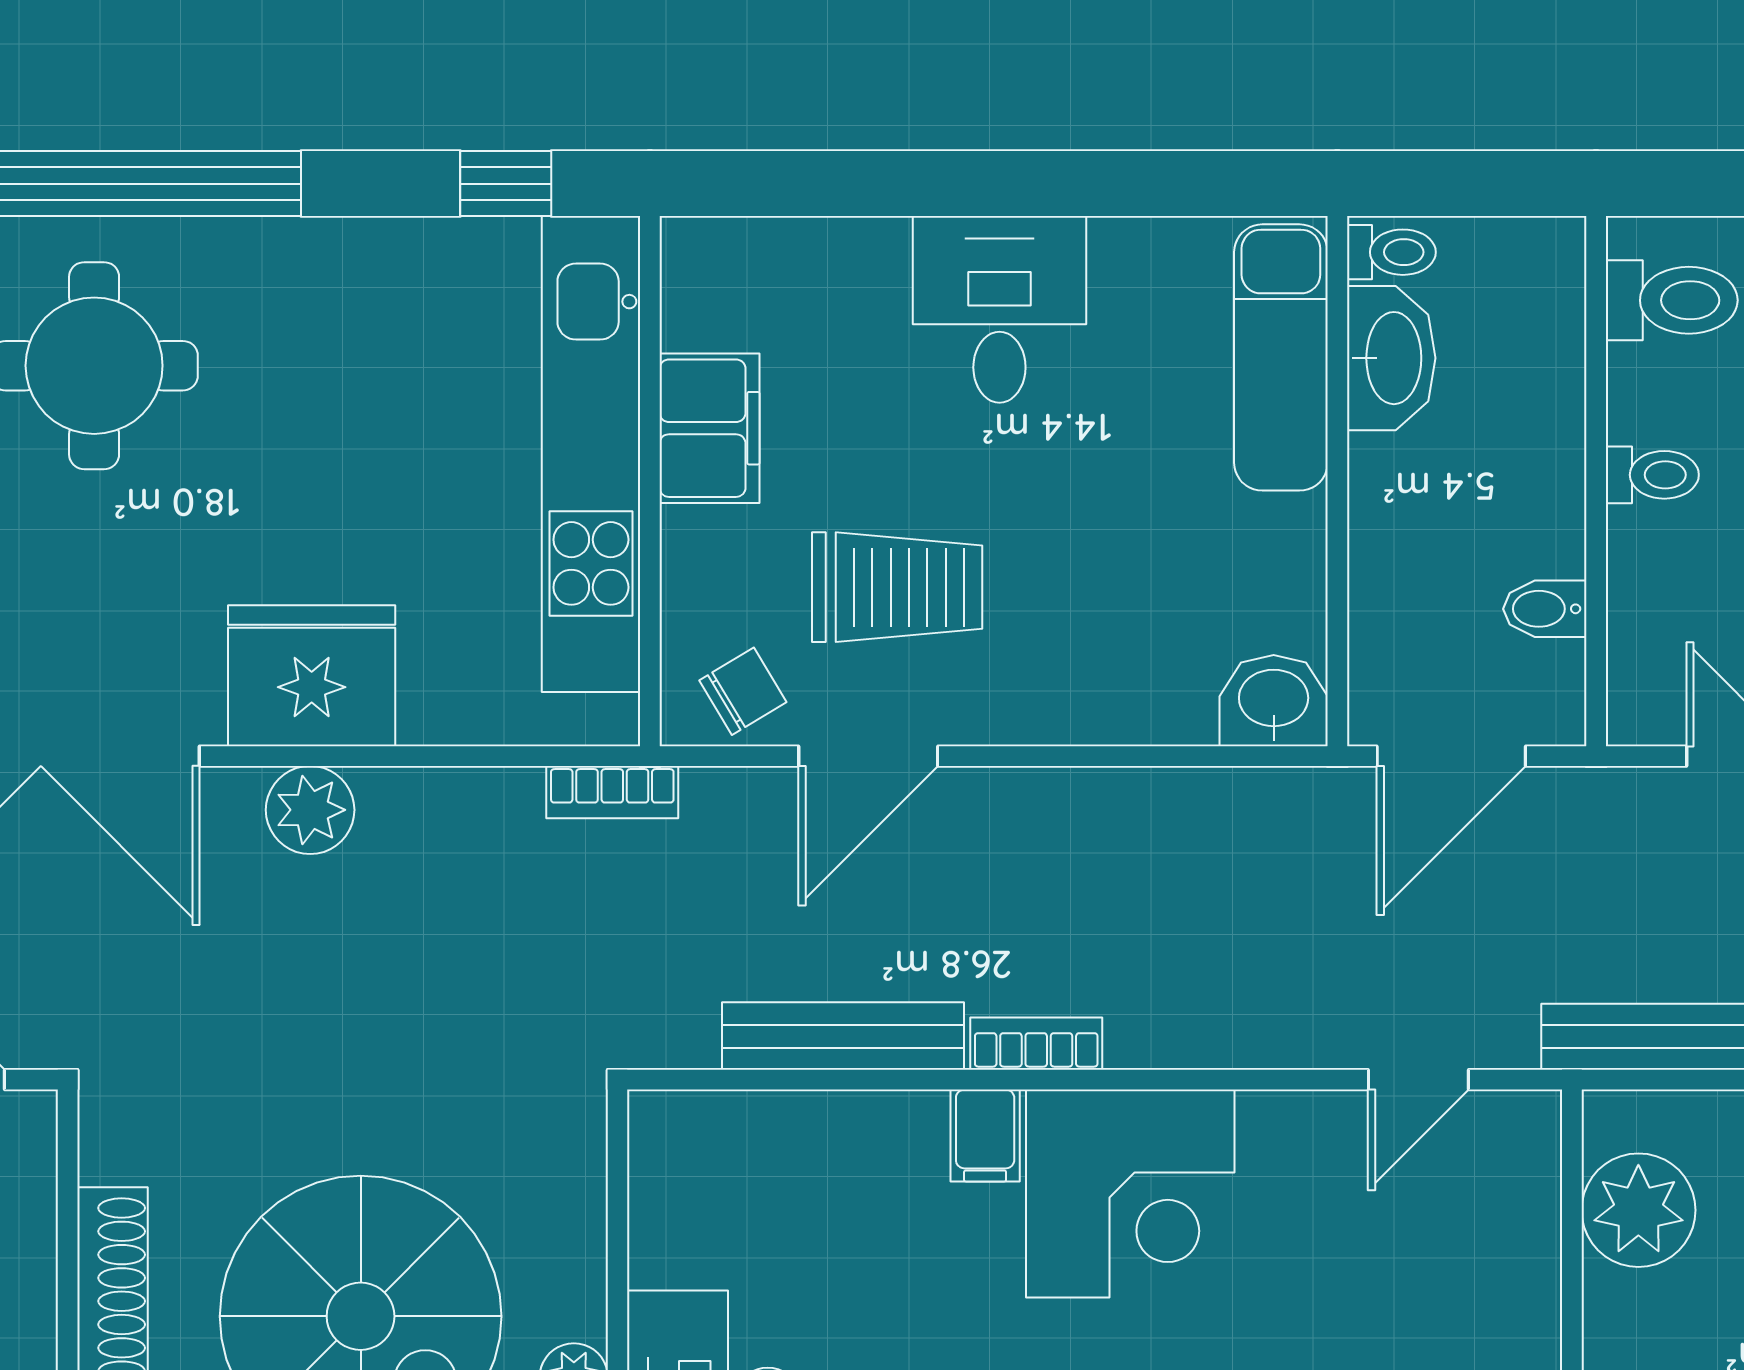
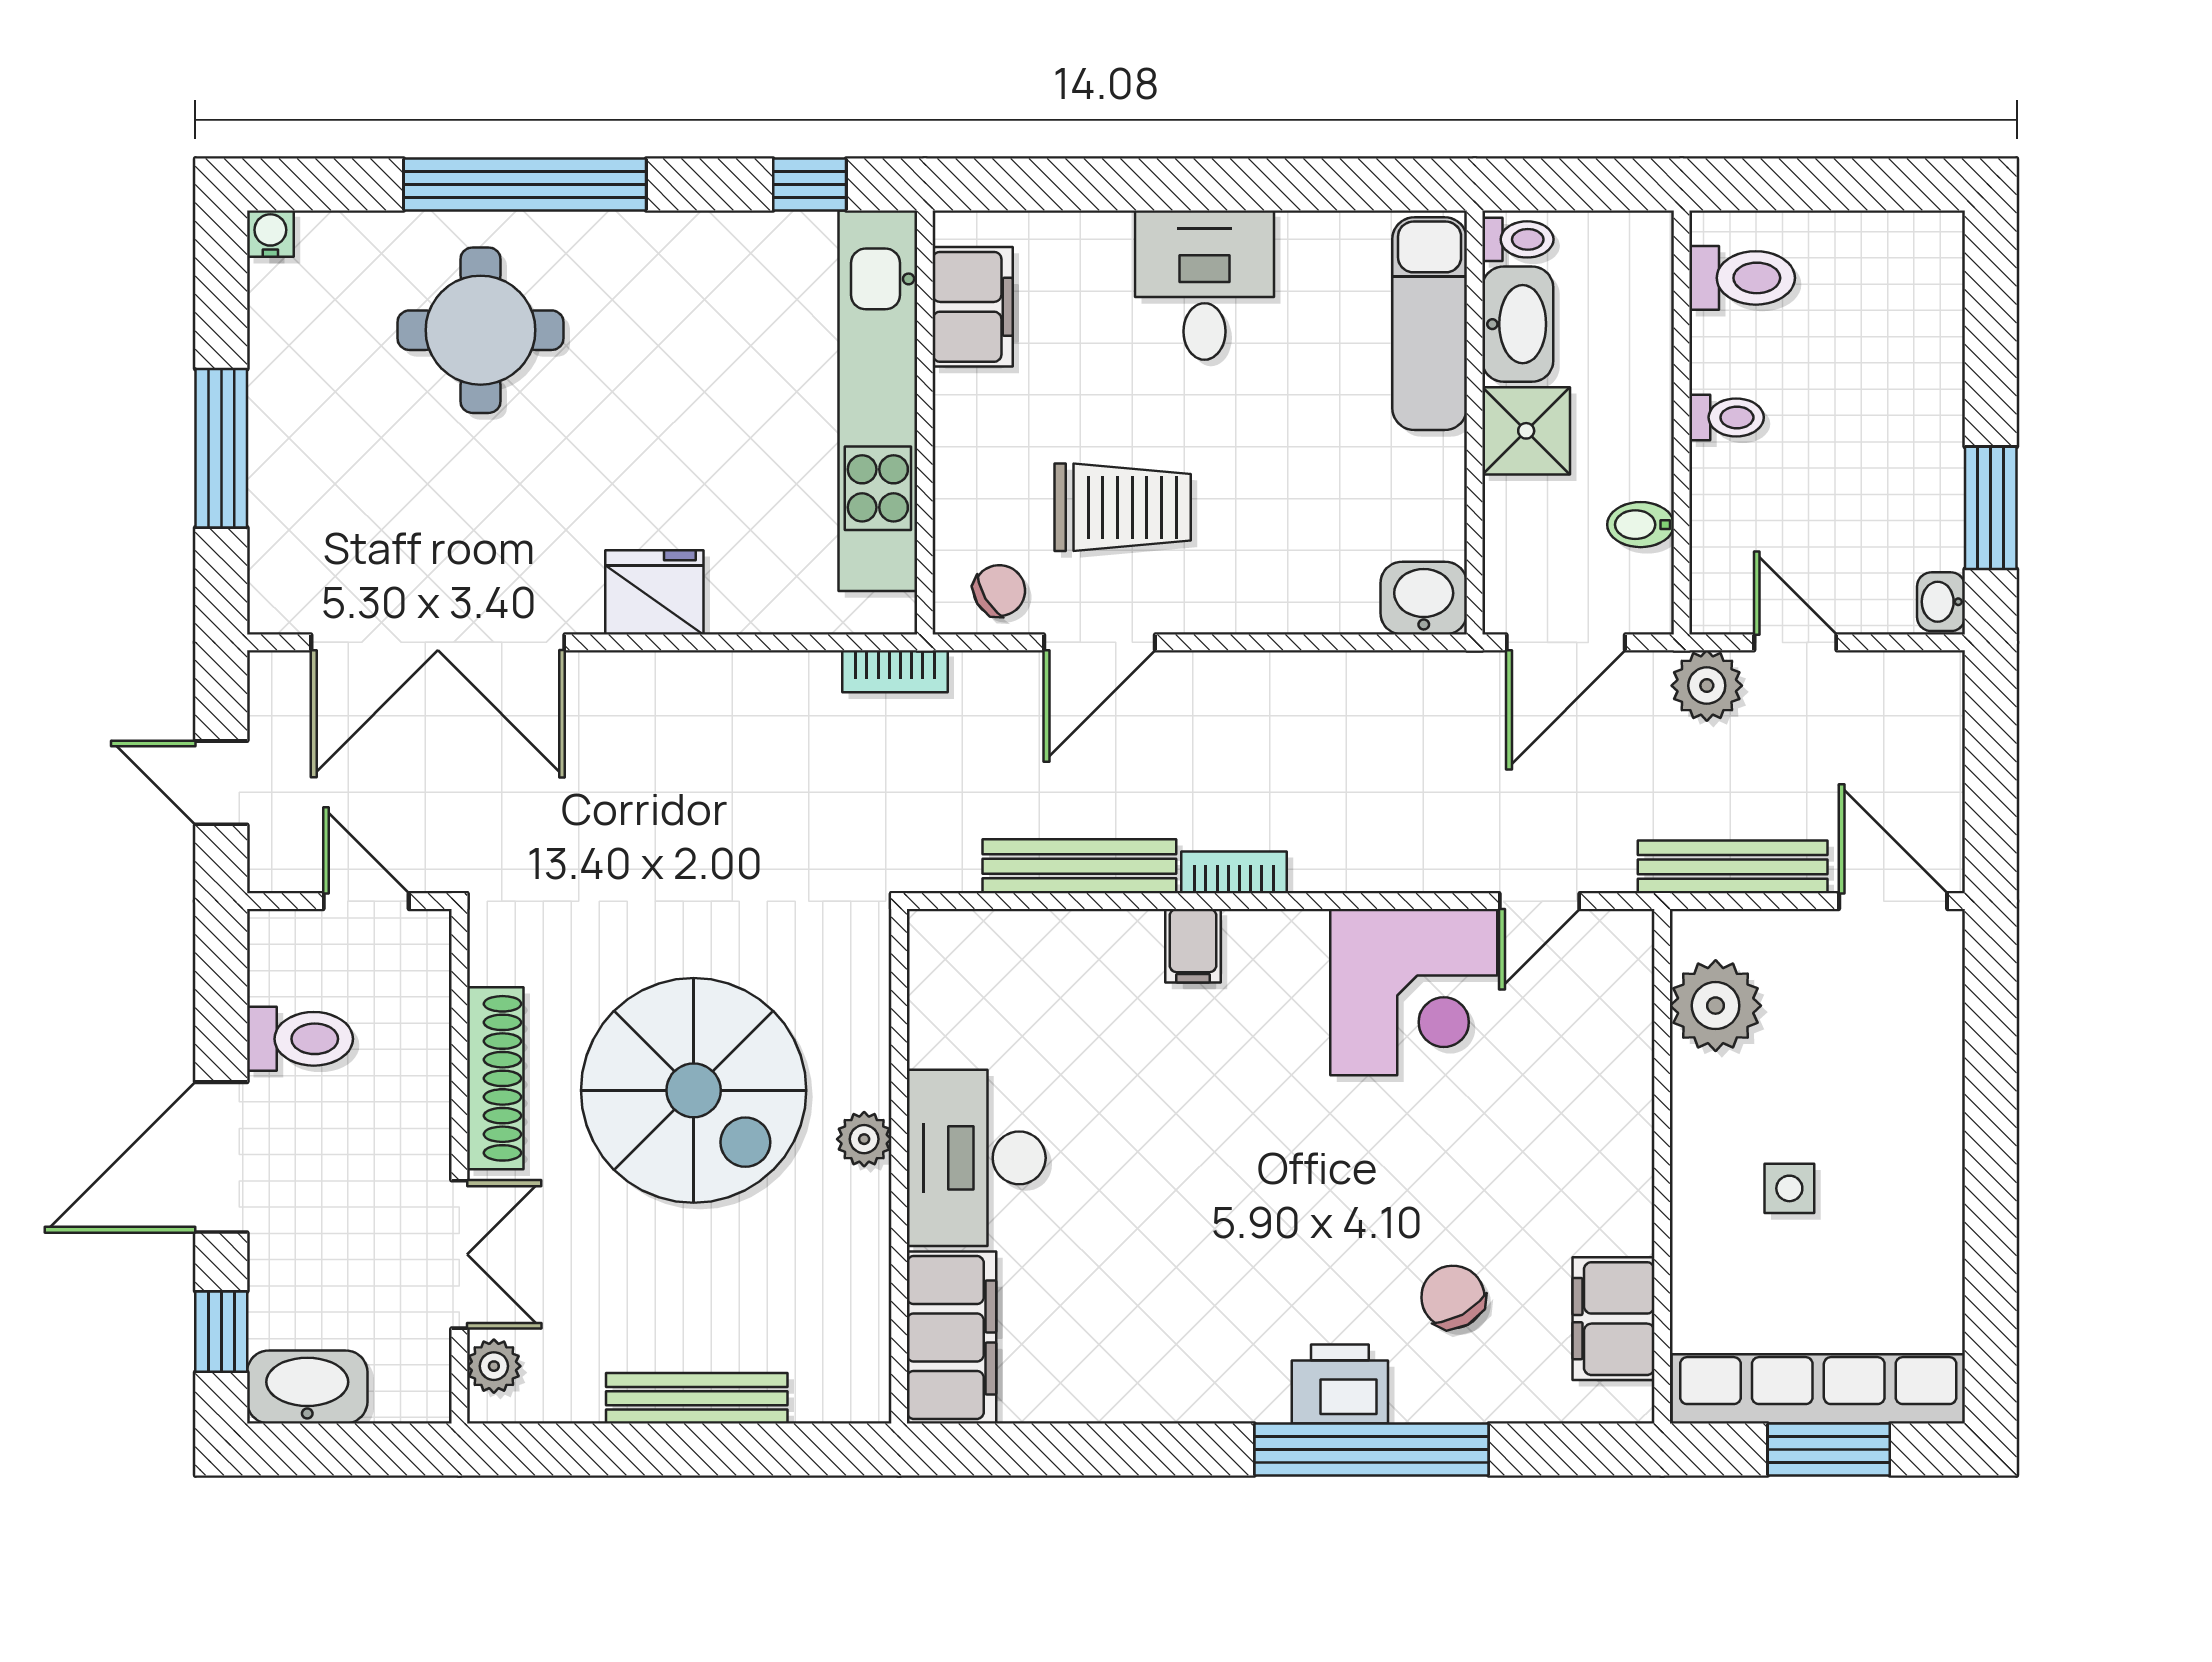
filing cabinet: (709, 428) -> (973, 307), moved
shower: (1402, 491) -> (1526, 431), added
fridge: (312, 676) -> (654, 592), width x0.73, depth x0.75
plant: (310, 810) -> (1707, 686), moved
corner desk: (1130, 1193) -> (1414, 992), moved

